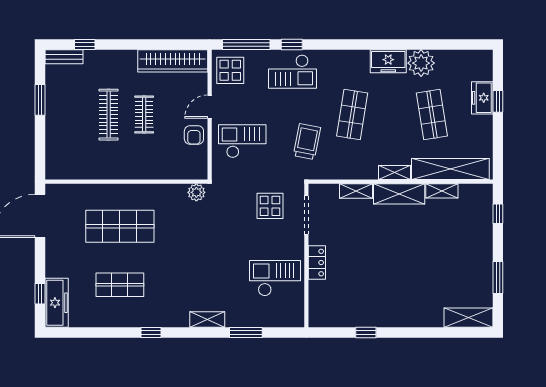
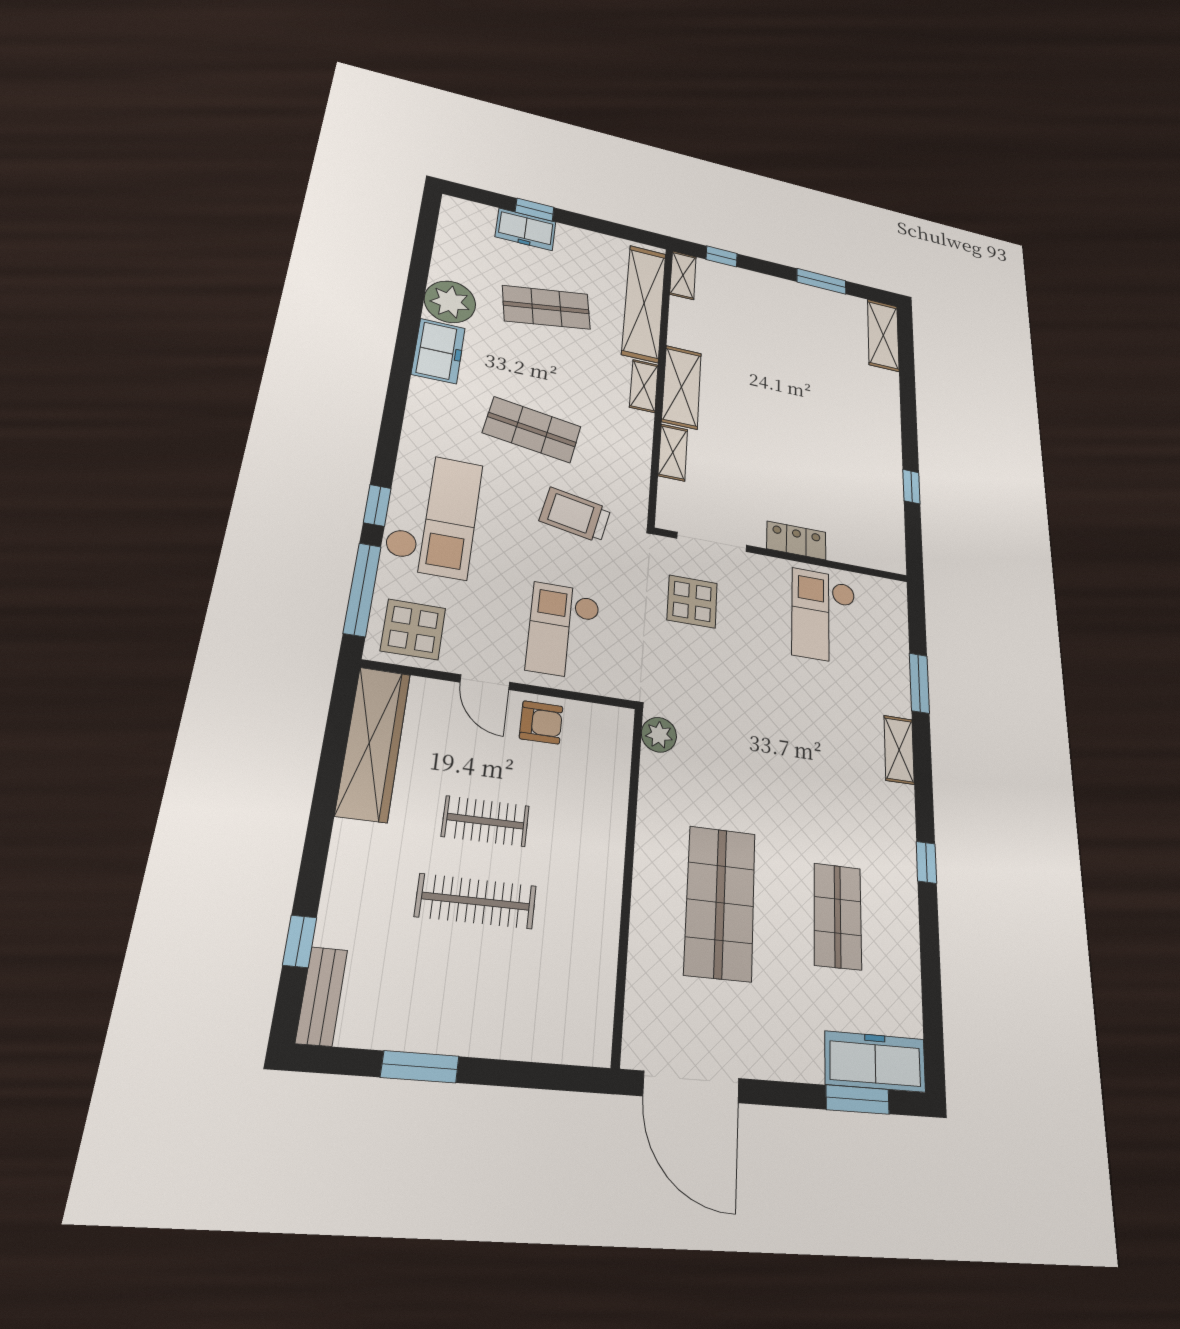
checkout: (292, 72) -> (434, 514), width x1.36, depth x1.21
shelving: (442, 191) -> (683, 275), moved
window: (40, 294) -> (858, 1099), width x1.50

